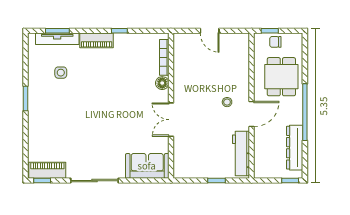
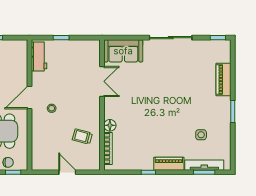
trolley: (193, 71) -> (82, 136), added
double door: (171, 120) -> (102, 81), moved
workbench: (241, 154) -> (39, 57), width x0.73
piano: (47, 170) -> (223, 80), moved, turned 90

